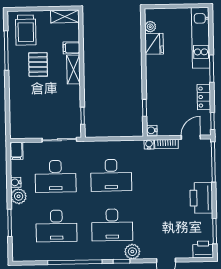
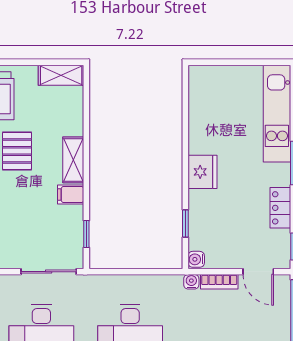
plant: (150, 27) -> (197, 94), removed
fridge: (154, 44) -> (202, 172), moved
filing cabinet: (71, 48) -> (71, 195), moved
door: (191, 137) -> (258, 272), swing flipped

